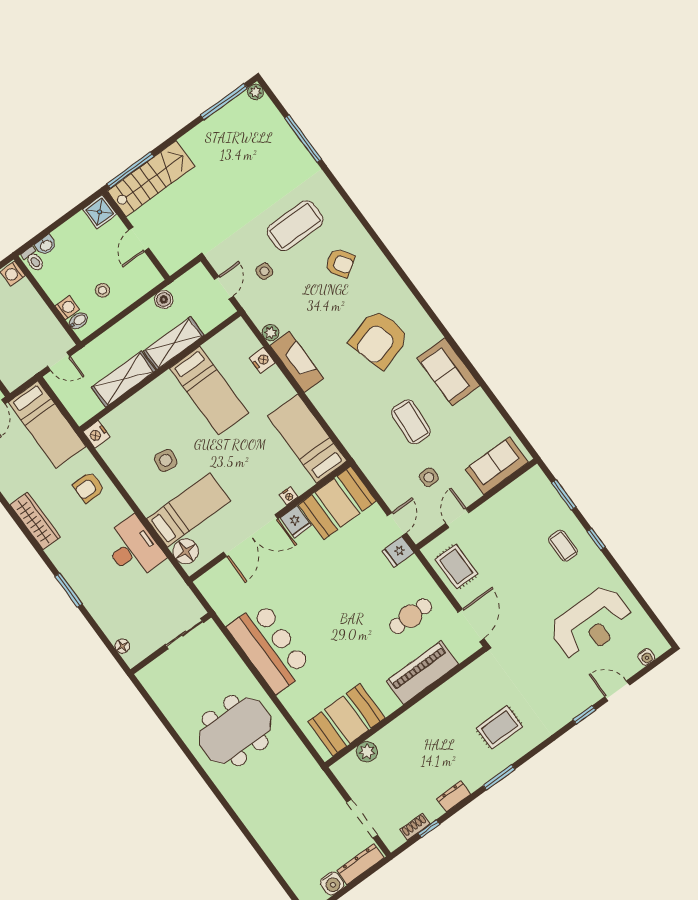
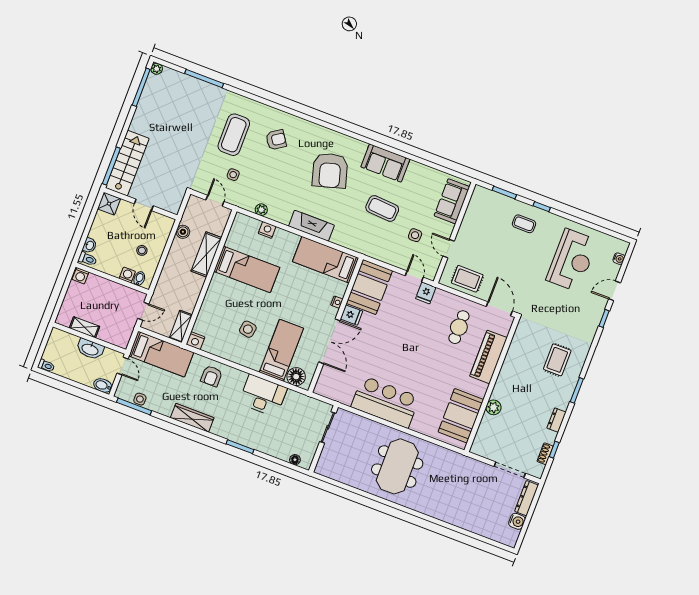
fireplace: (297, 362) -> (311, 226), moved
shelving: (123, 379) -> (181, 326), moved, width x0.67, depth x0.75
plant: (367, 752) -> (493, 407), moved

